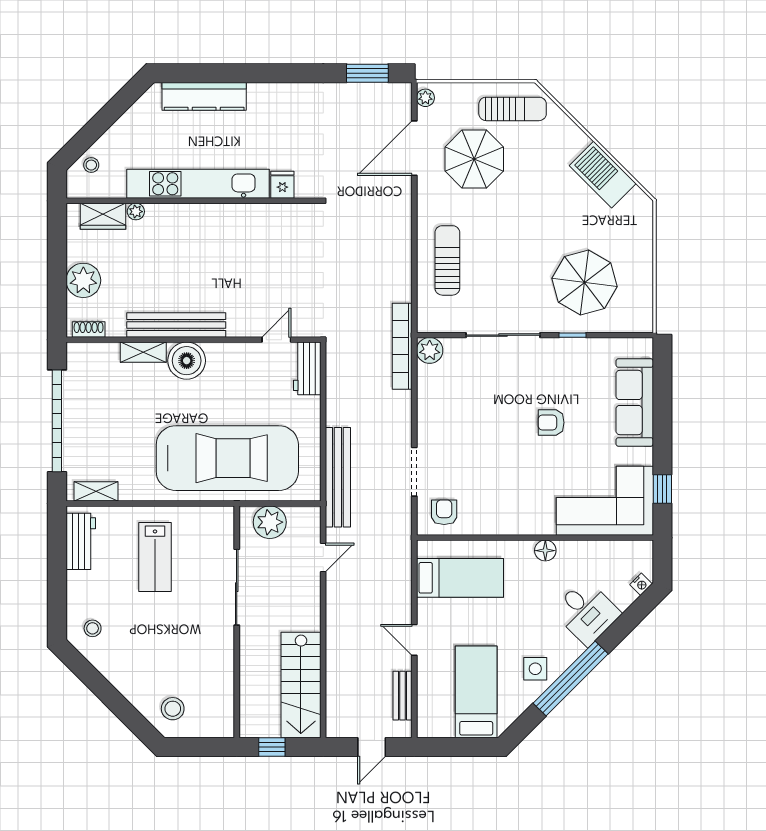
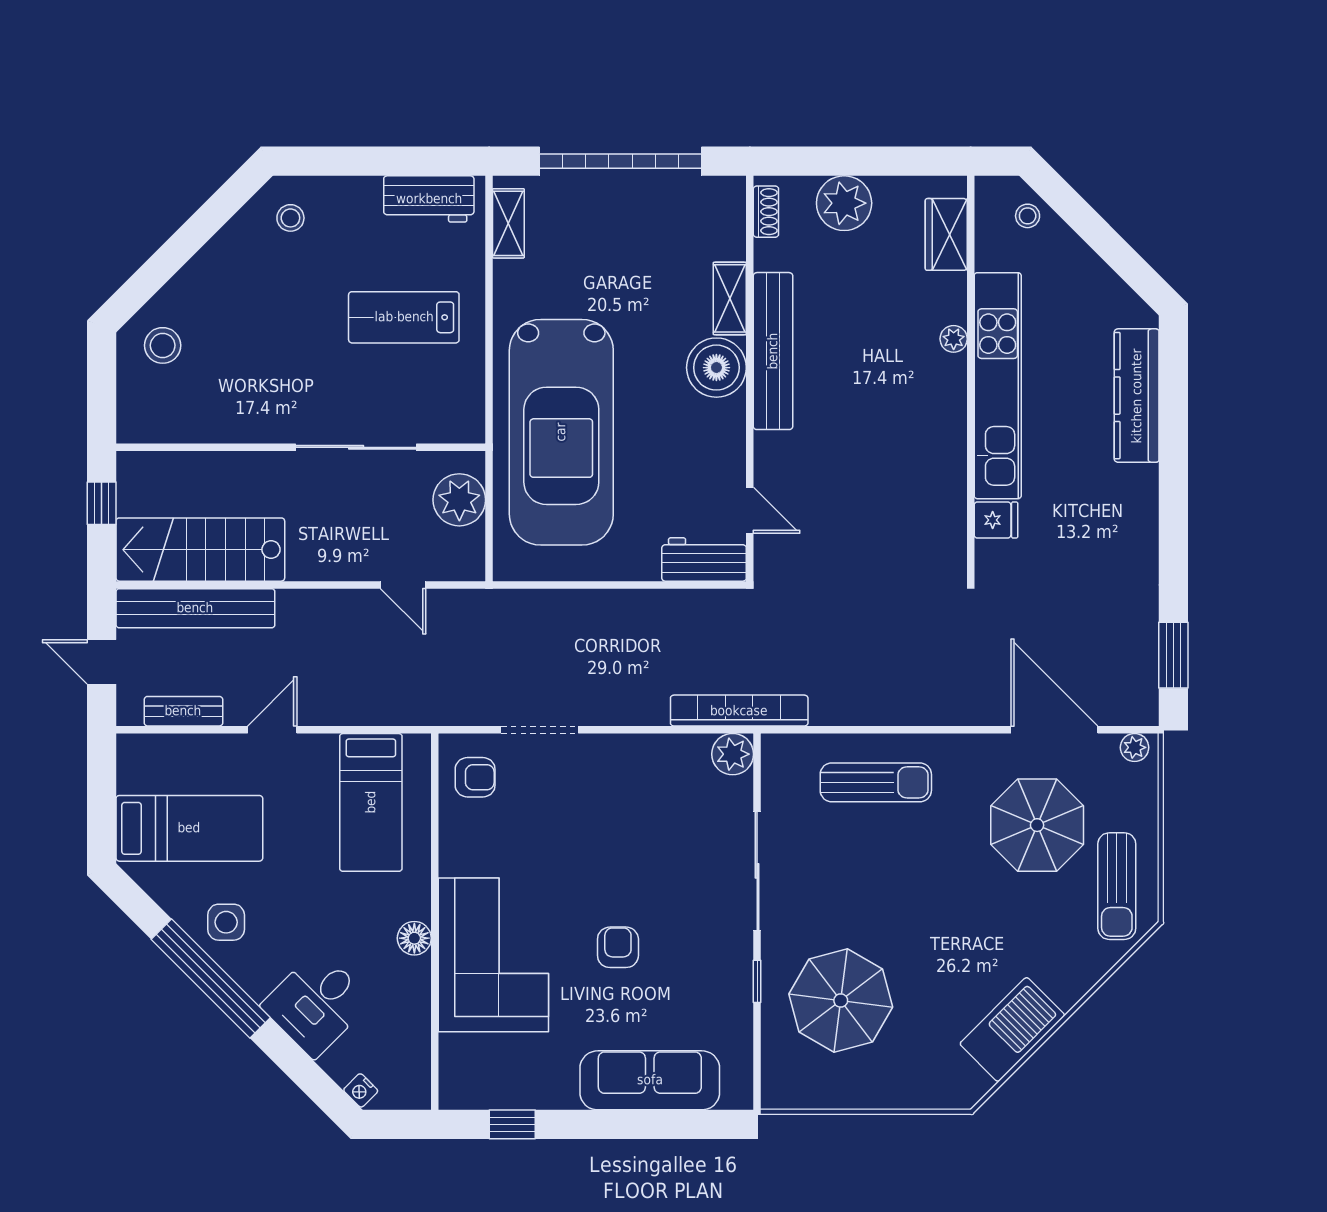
plant: (136, 212) -> (954, 339), moved
bench: (338, 477) -> (195, 608), moved
corner sofa: (605, 501) -> (493, 955), moved

